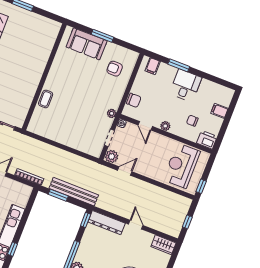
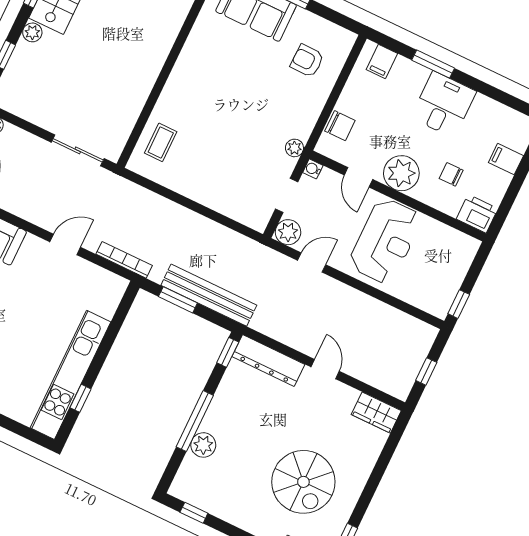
coffee table: (46, 99) -> (161, 142), moved
plant: (165, 126) -> (401, 173), width x1.87, depth x1.87
reception desk: (182, 166) -> (385, 241), moved, turned 180

